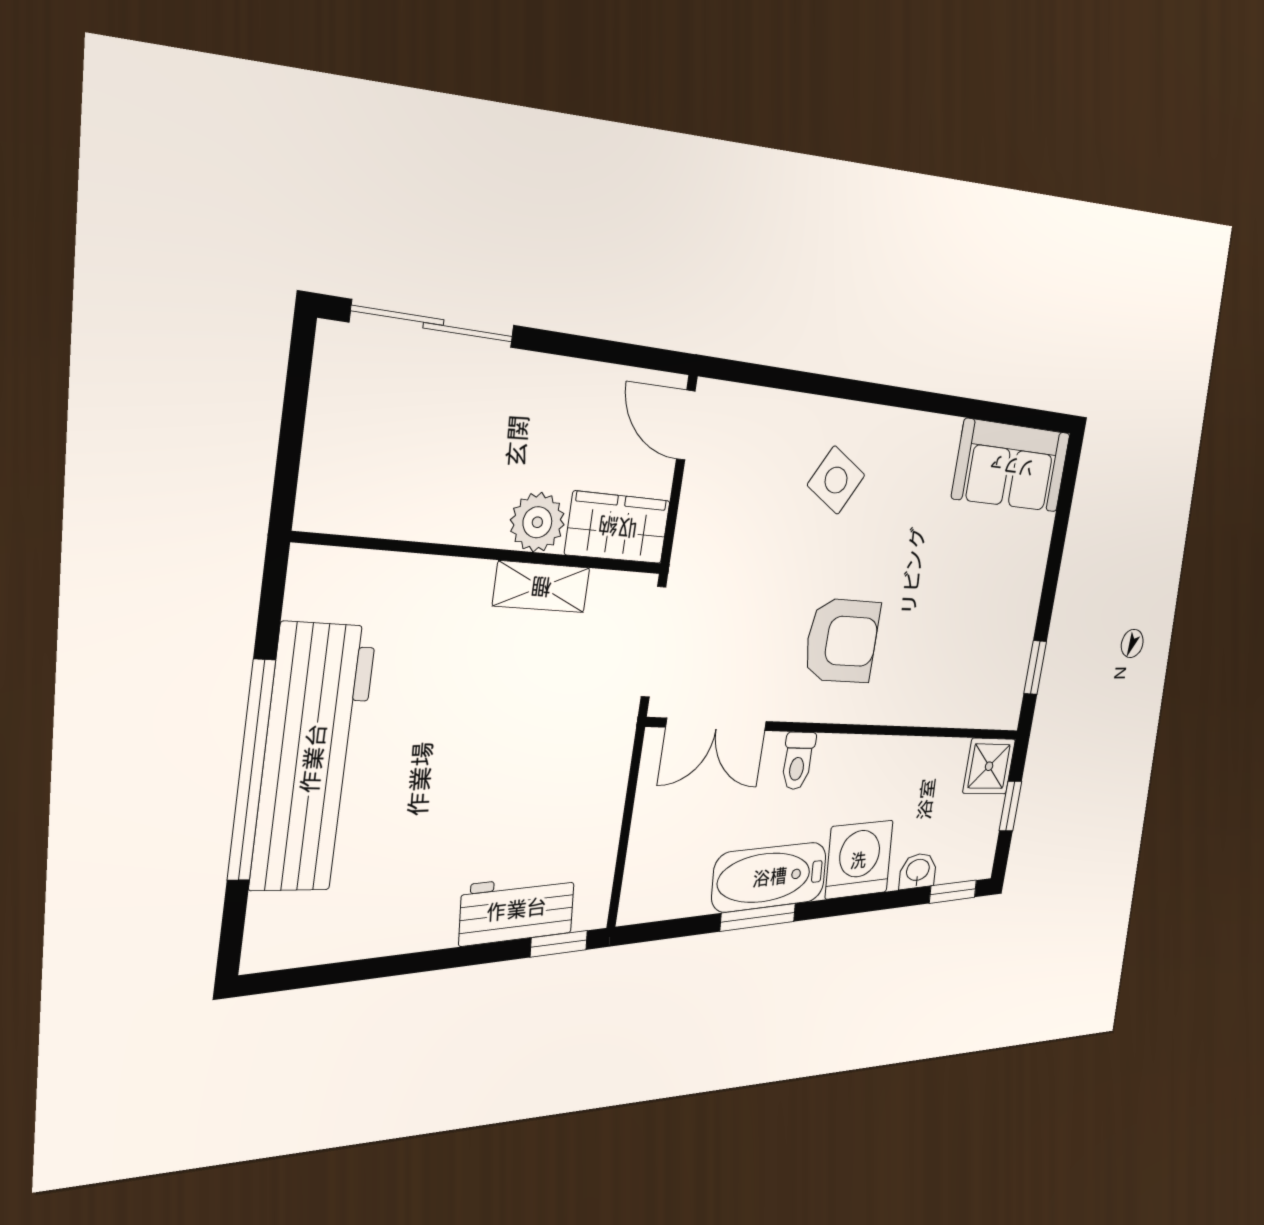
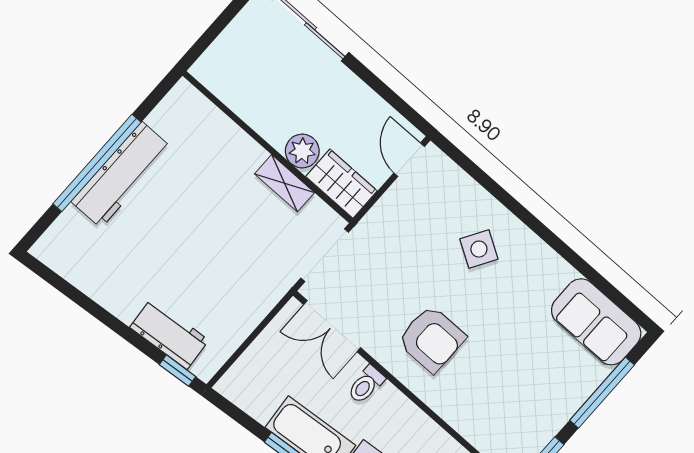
window: (1057, 547) -> (602, 392), added
workbench: (313, 758) -> (122, 175), width x0.73, depth x0.76

